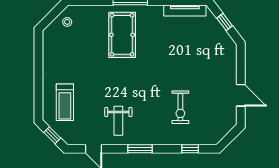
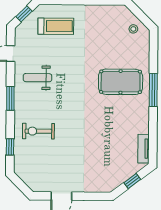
tv unit: (185, 11) -> (144, 149), width x0.71
treadmill: (65, 102) -> (56, 26), turned 180
exercise bike: (180, 107) -> (38, 131), moved

